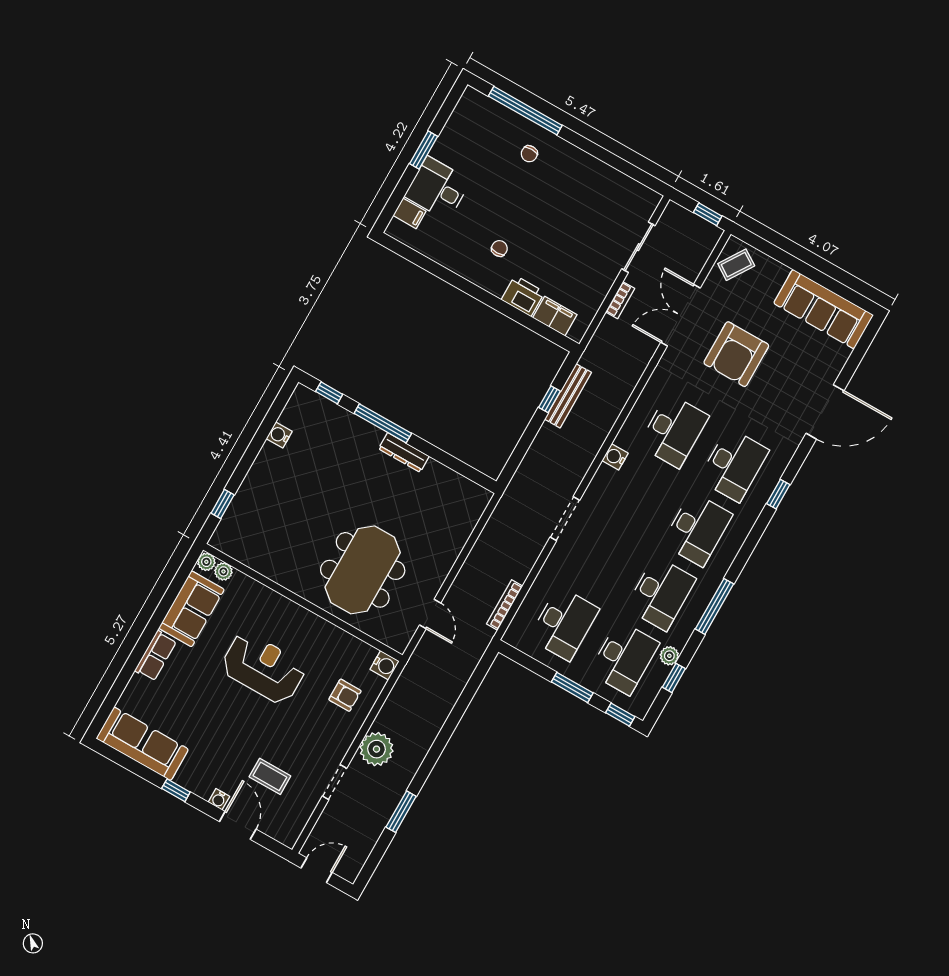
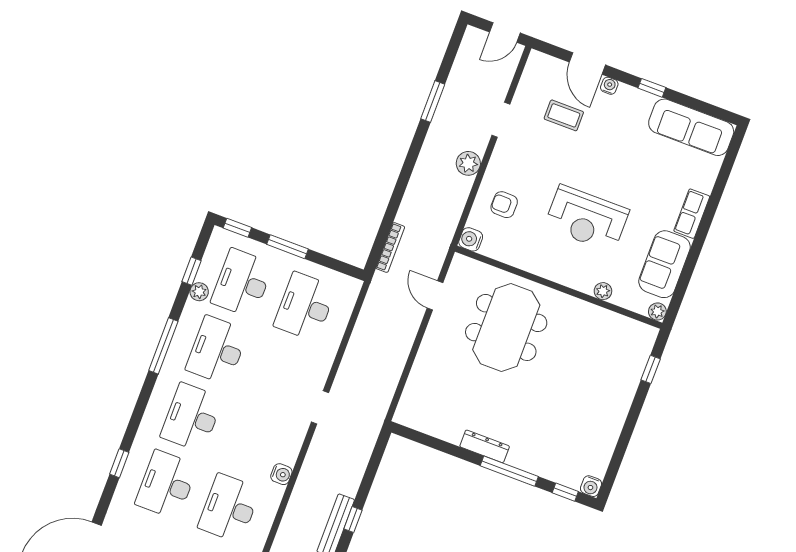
water cooler: (279, 435) -> (591, 486), moved, turned 90
doorway: (565, 519) -> (320, 407), width x0.73
plant: (223, 571) -> (603, 291), moved
bookcase: (505, 605) -> (390, 248), moved
plant: (376, 749) -> (468, 163), width x0.73, depth x0.73

